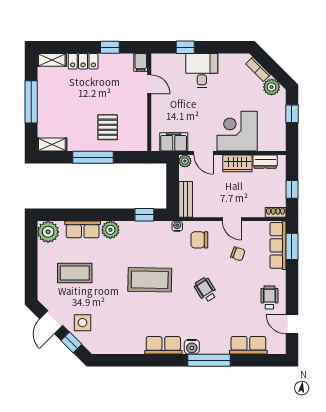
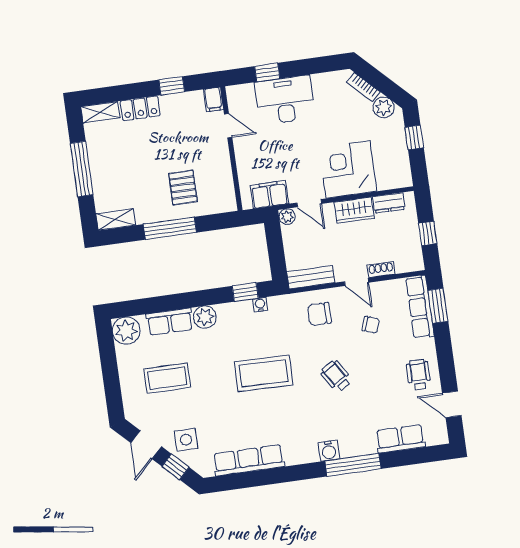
desk: (202, 71) -> (285, 100), width x1.37
bench: (186, 199) -> (311, 277), moved, turned 90
shoe rack: (276, 212) -> (381, 270), moved
water cooler: (177, 226) -> (260, 305), moved
row of seats: (163, 345) -> (249, 460), moved, width x1.48

